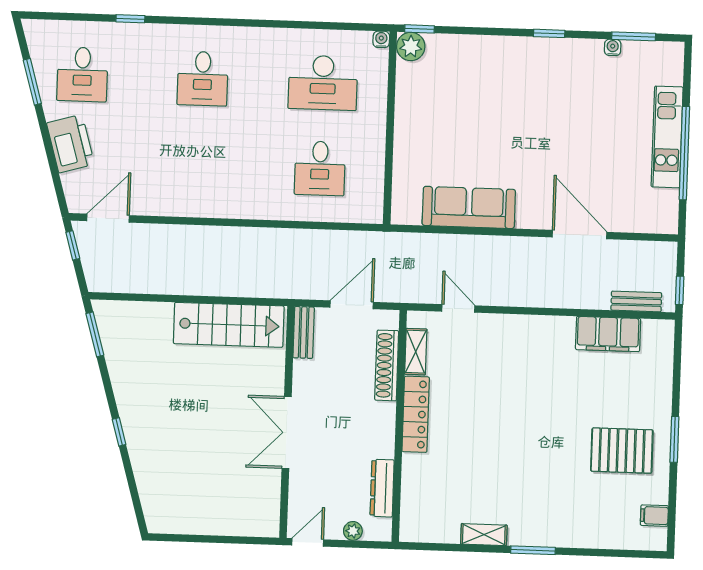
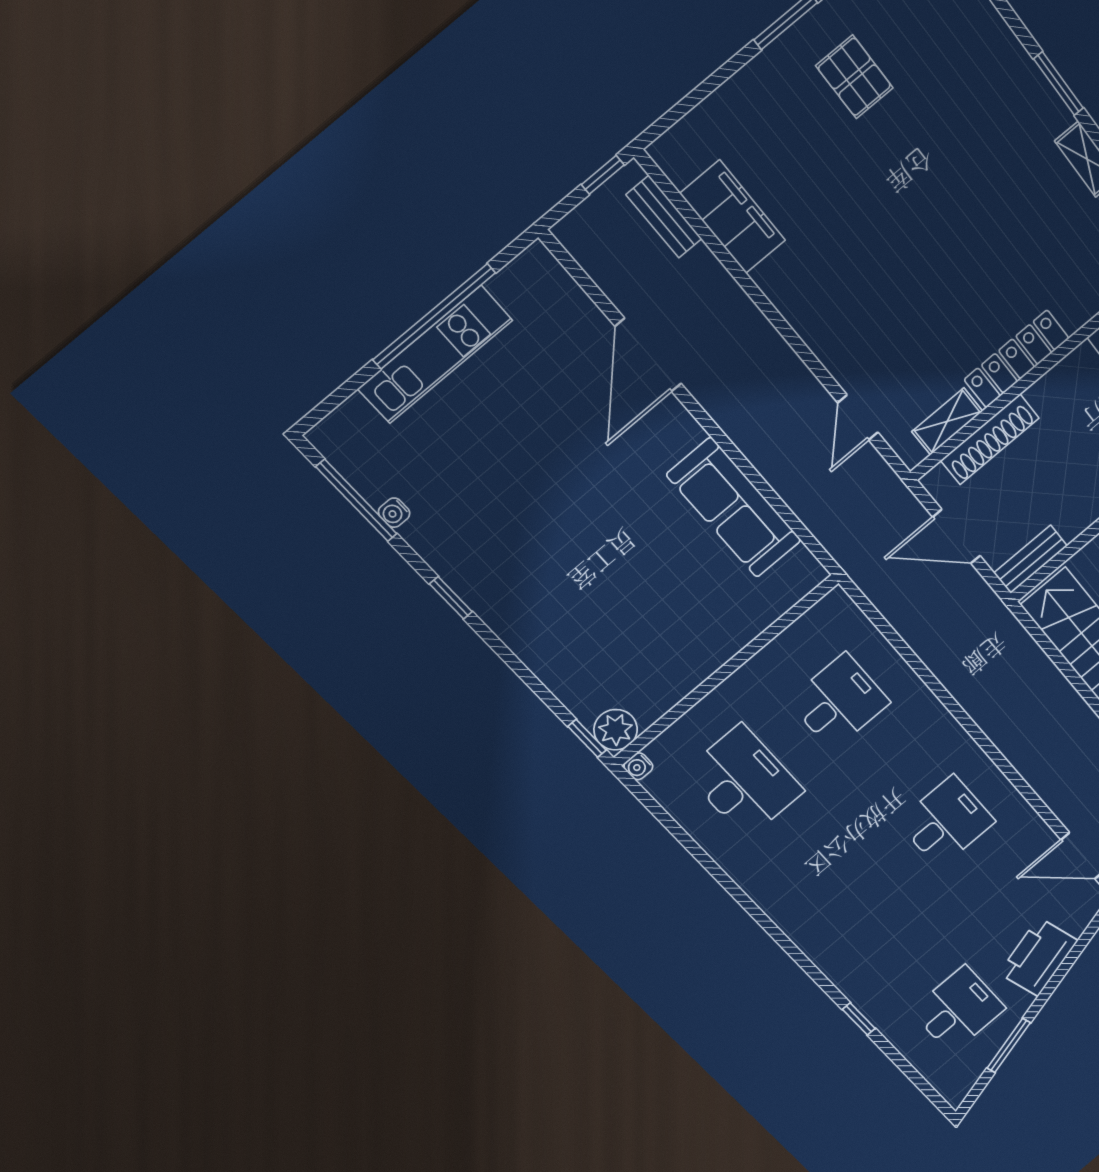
window: (634, 36) -> (357, 500), width x1.44
desk: (203, 79) -> (946, 822), moved
pallet: (622, 451) -> (854, 77), width x0.67, depth x0.71

